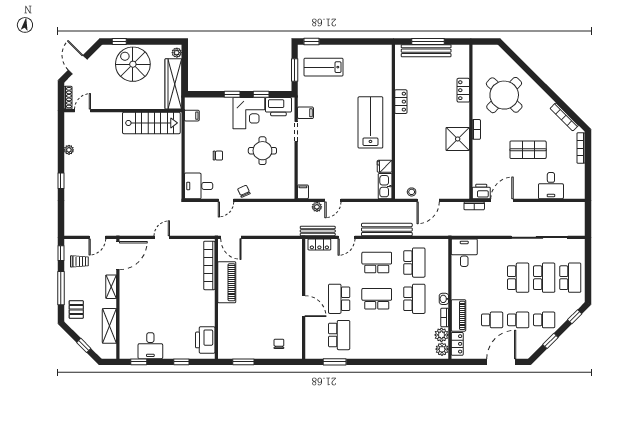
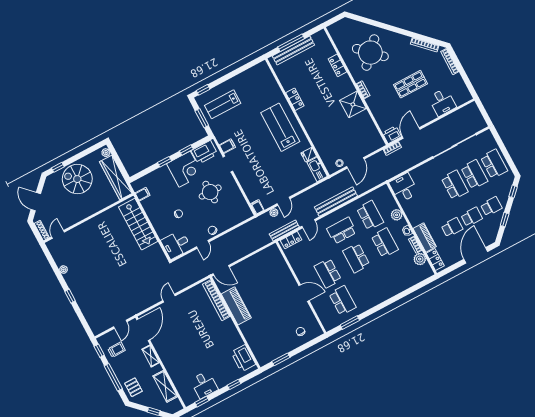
stairs: (151, 123) -> (138, 224), moved, turned 90
school desk: (377, 299) -> (356, 258), turned -90
plant: (442, 349) -> (397, 215), moved

